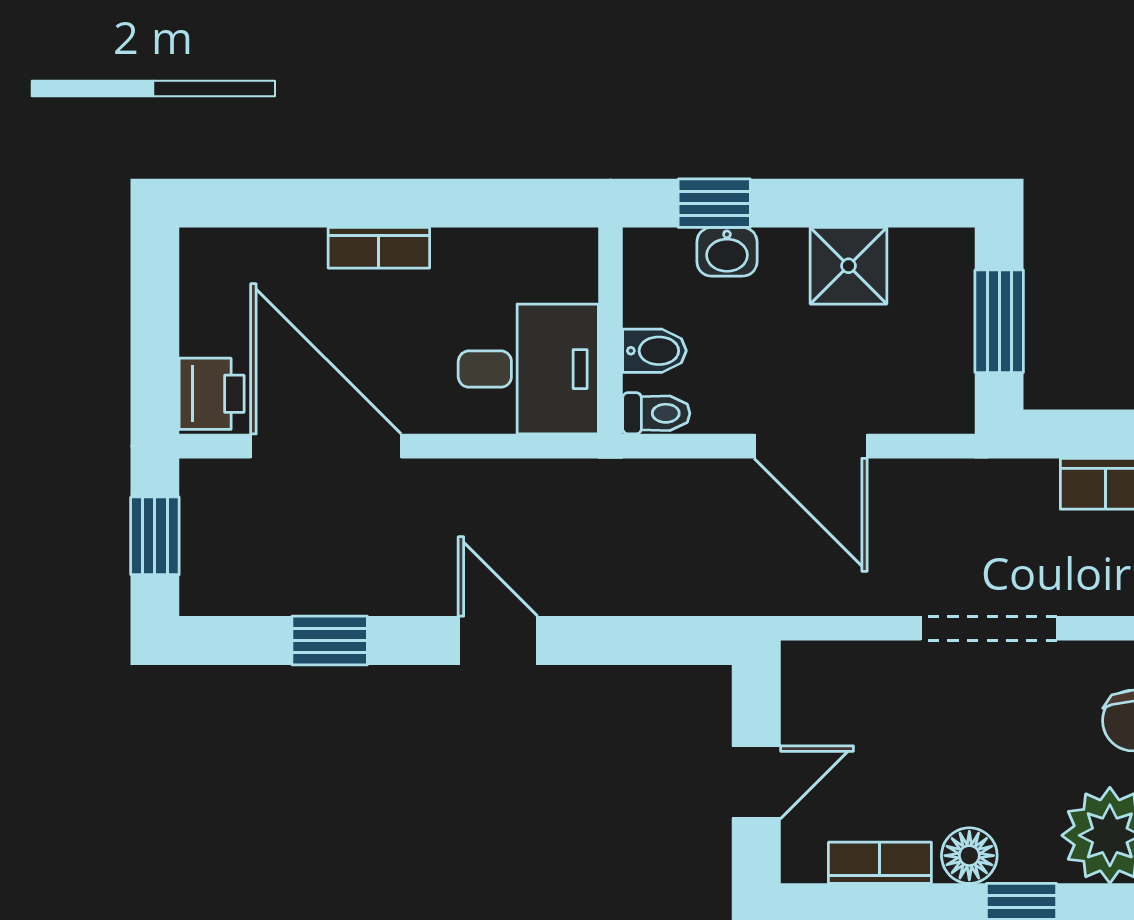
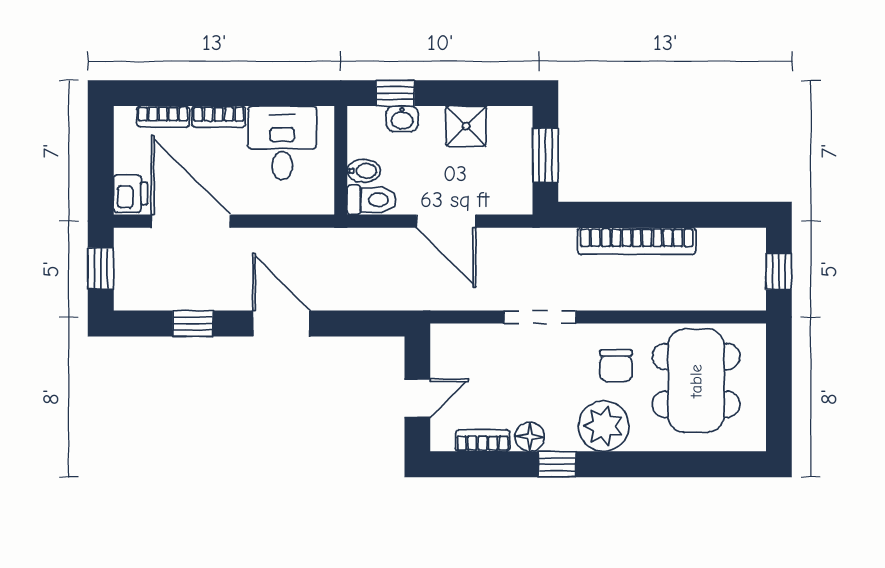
bookcase: (273, 247) -> (163, 117), added
desk: (528, 369) -> (282, 143), moved, turned -90
toilet: (656, 413) -> (372, 200), width x1.37, depth x1.39
door: (498, 640) -> (281, 323), width x1.38

